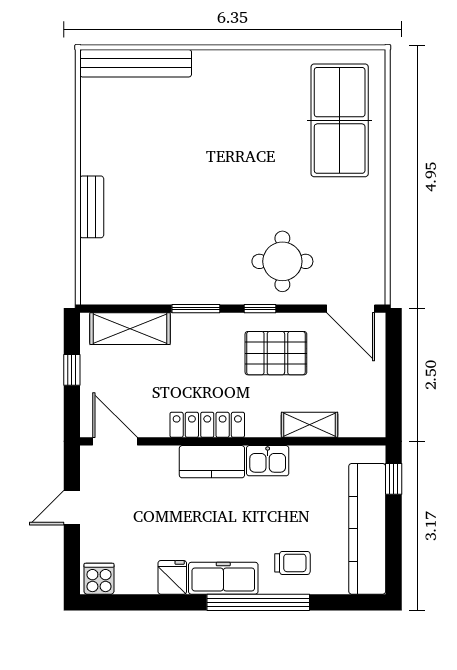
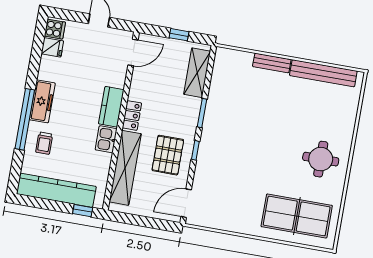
bench: (136, 63) -> (323, 73), moved, turned 90
round table: (282, 261) -> (321, 159), moved
locker: (207, 425) -> (132, 115), width x0.66
shelving: (310, 425) -> (125, 168), width x2.20, depth x1.33
fridge: (172, 577) -> (52, 47), moved

